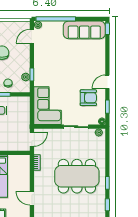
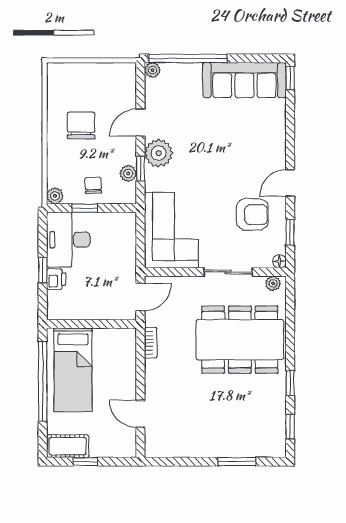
door: (32, 36) -> (140, 123), moved
plant: (41, 67) -> (159, 153), added
dining table: (77, 176) -> (240, 340), moved

